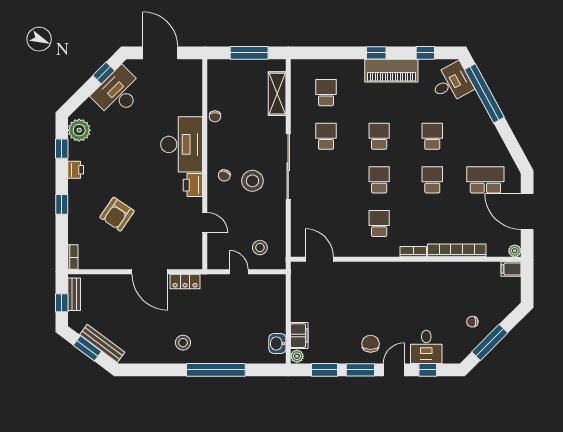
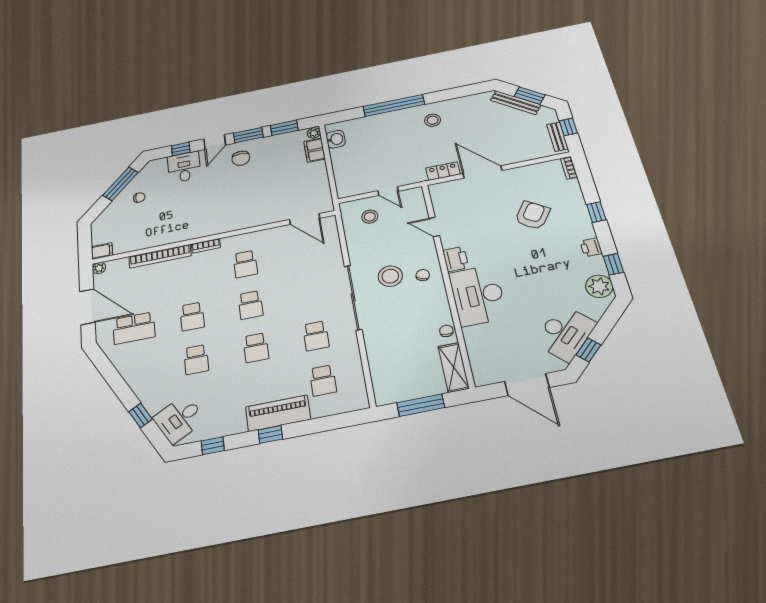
piano: (391, 71) -> (278, 413), moved
window: (484, 93) -> (141, 415), width x0.32
shelving: (277, 94) -> (454, 367), moved

